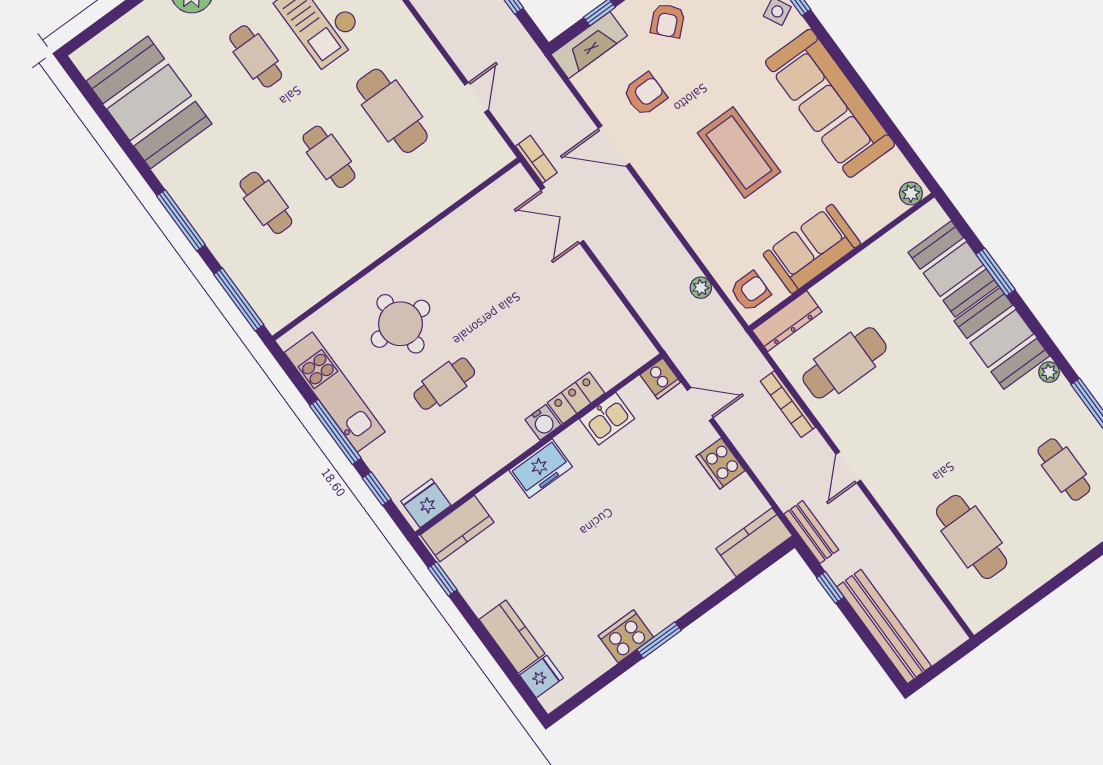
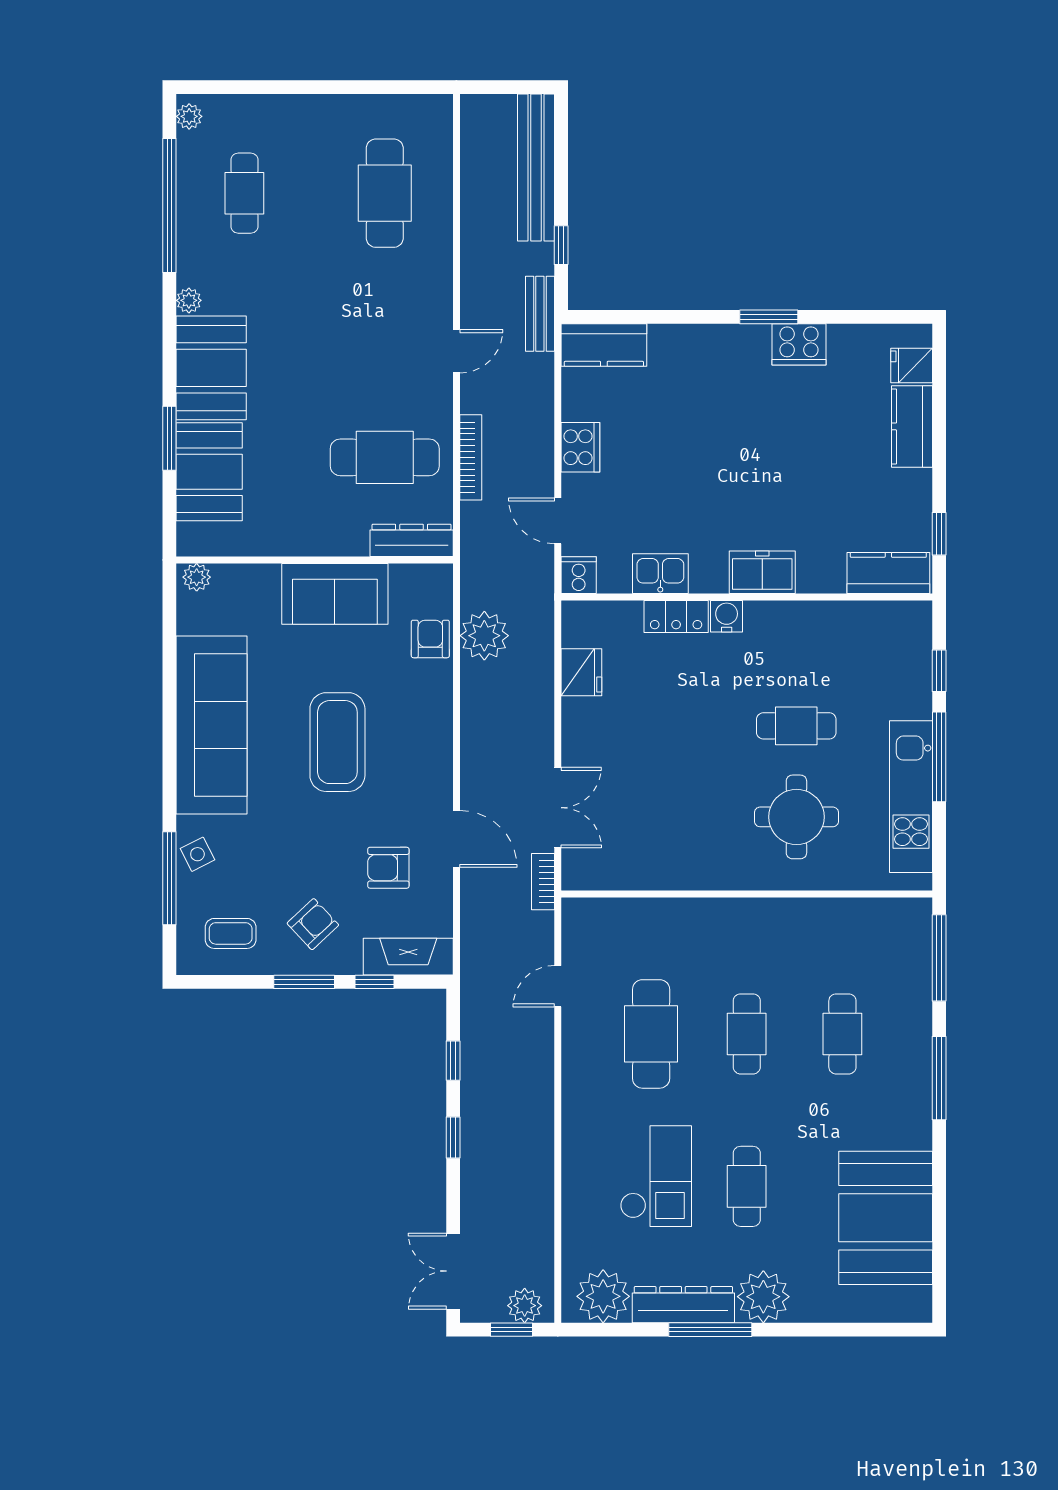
plant: (701, 288) -> (484, 636), width x1.88, depth x1.88
armchair: (750, 291) -> (430, 639), moved, turned 90
fridge: (426, 503) -> (581, 672), moved, turned -90

